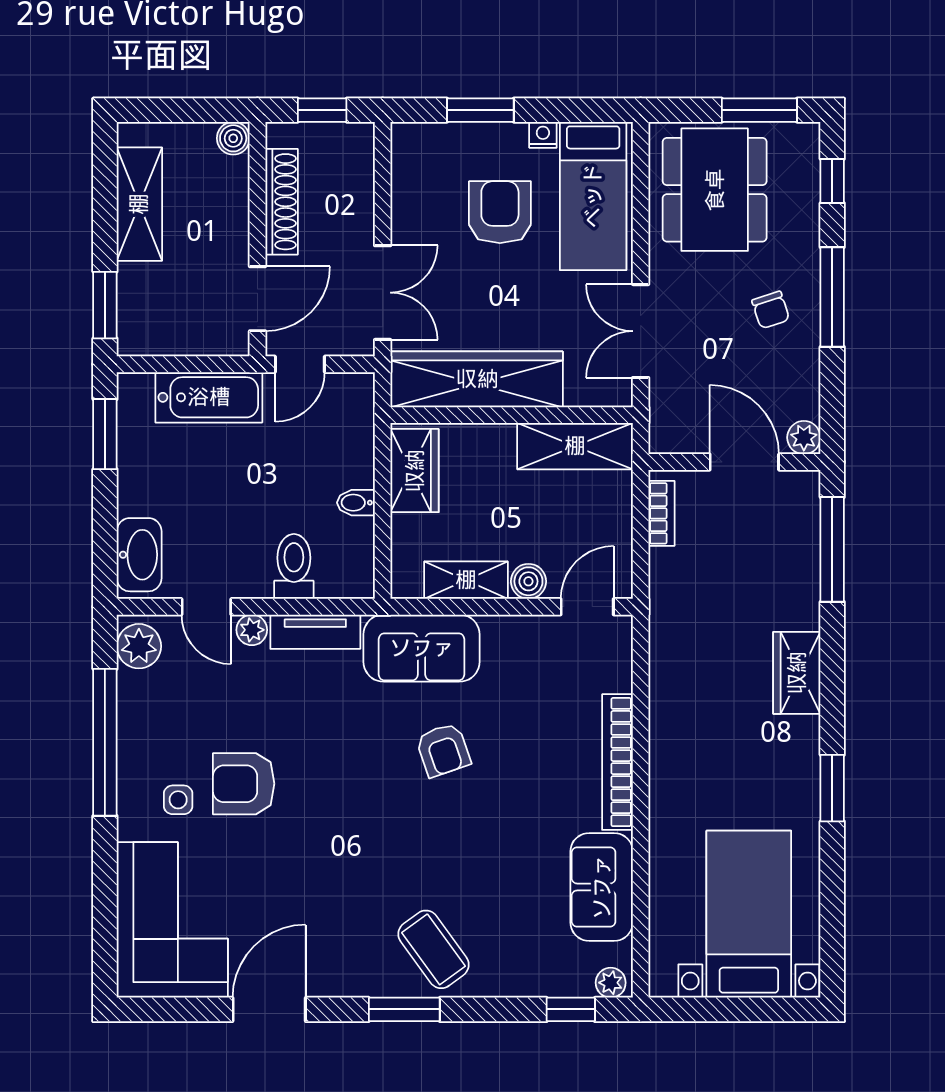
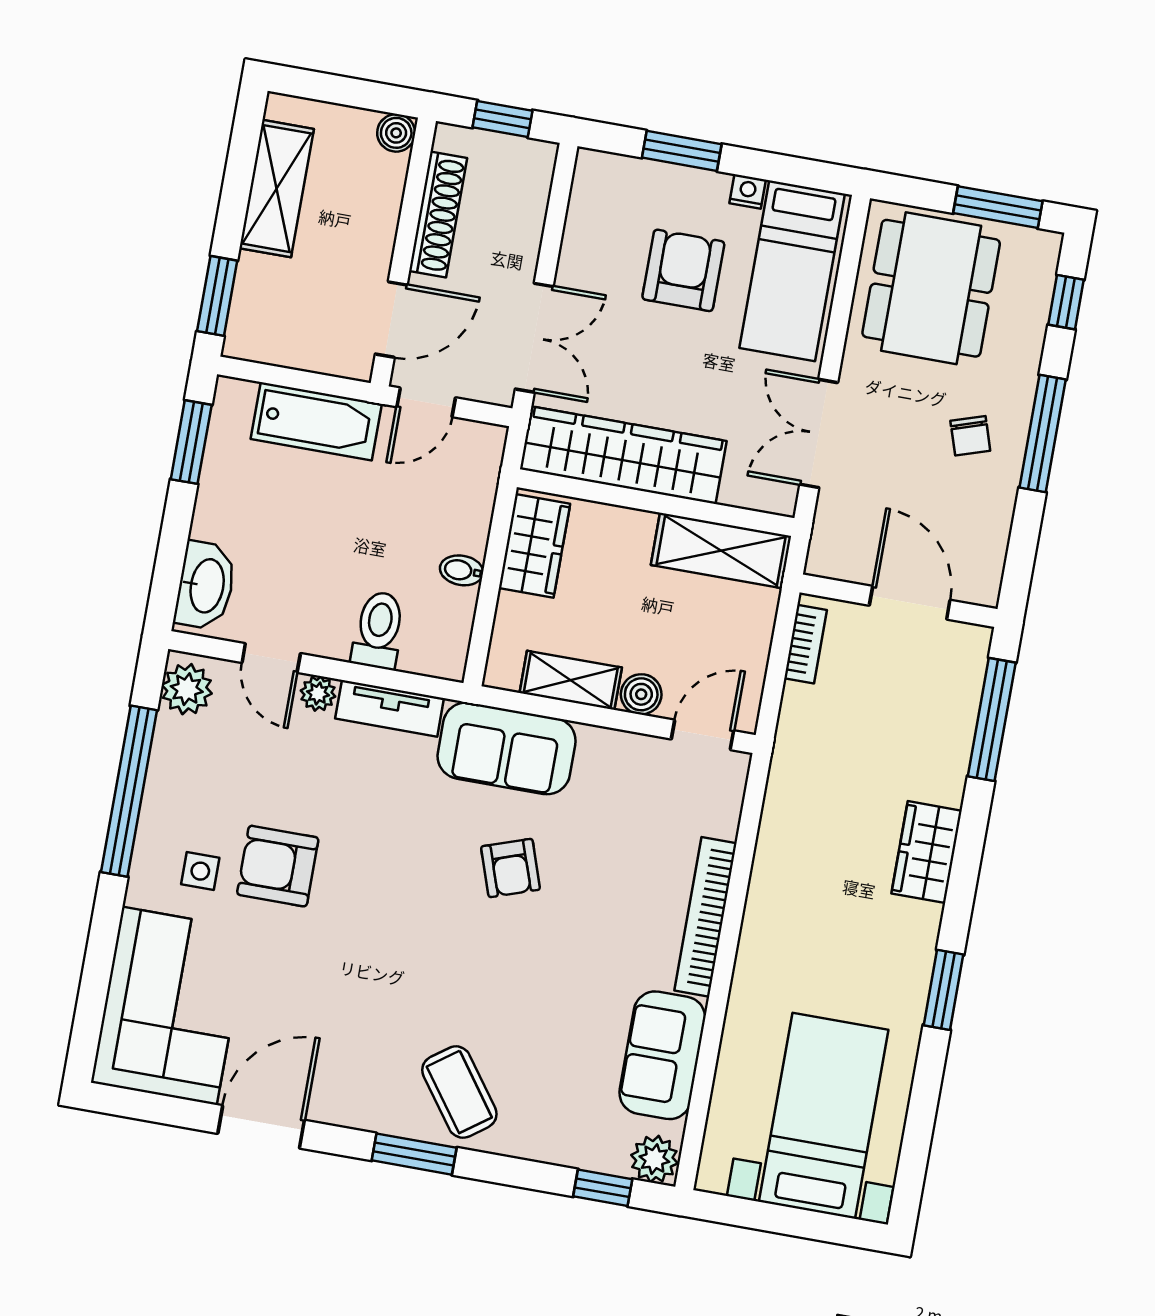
plant: (804, 438) -> (982, 587), removed
plant: (611, 983) -> (654, 1159), width x1.38, depth x1.38

